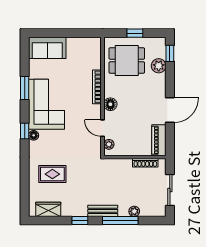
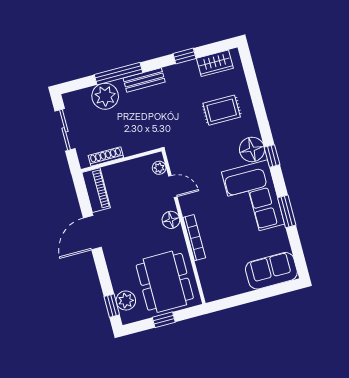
dining table: (127, 60) -> (165, 282), width x1.38
plant: (159, 66) -> (126, 301), moved
floor lamp: (34, 135) -> (252, 149), width x1.89, depth x1.89
plant: (134, 211) -> (105, 96), width x1.87, depth x1.87
window: (80, 221) -> (184, 56), moved

